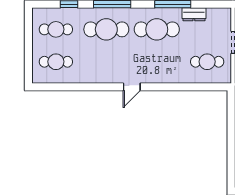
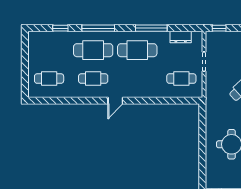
dresser: (194, 14) -> (181, 37), moved
cafe table: (56, 29) -> (93, 79), moved

